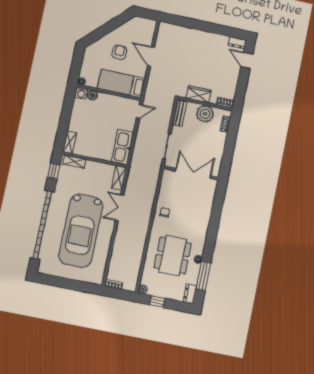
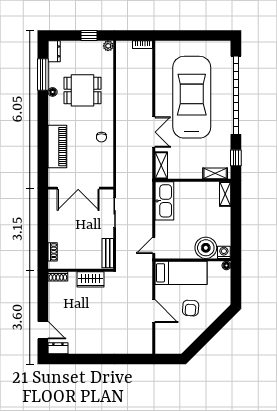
boiler: (92, 95) -> (206, 248), width x1.86, depth x1.86
plant: (205, 114) -> (79, 259), removed
piano: (204, 212) -> (57, 147), added
dining table: (173, 256) -> (82, 90), width x0.73

